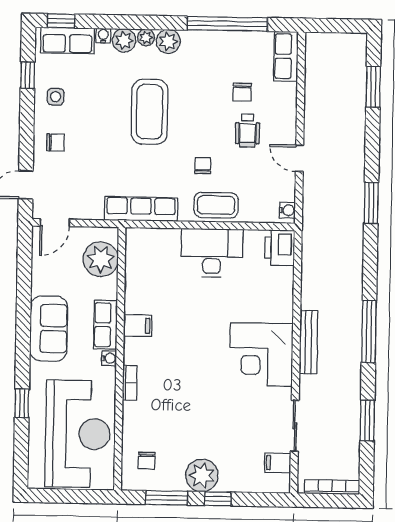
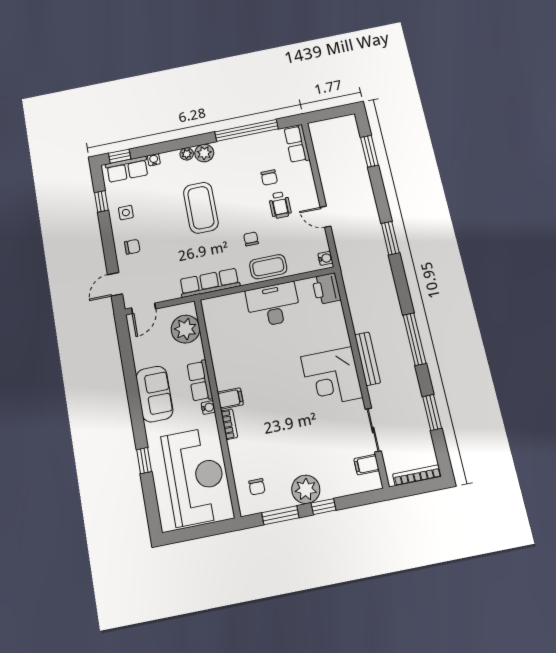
plant: (124, 40) -> (170, 160), removed
filing cabinet: (138, 326) -> (230, 398), moved

